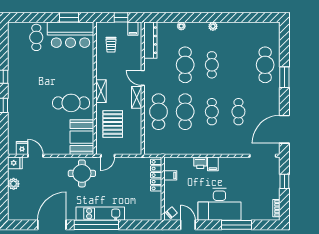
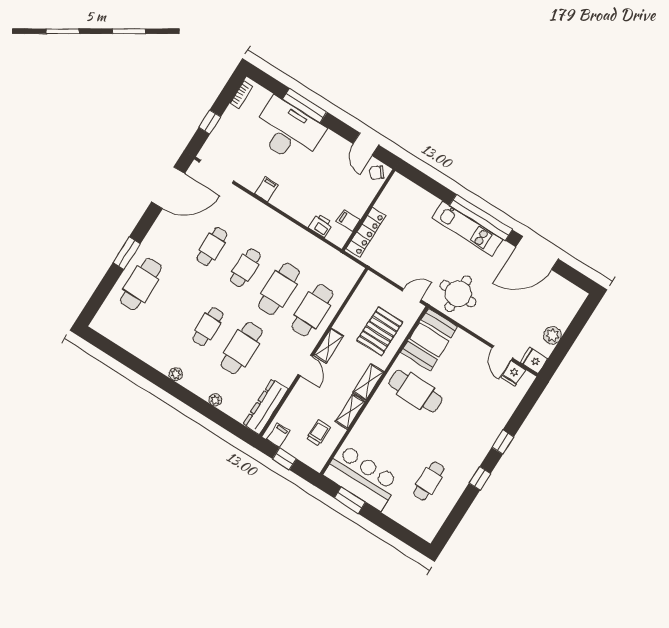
cafe table: (36, 37) -> (429, 481), moved
shelving: (101, 68) -> (350, 412), added
printer: (200, 163) -> (321, 225), moved
filing cabinet: (213, 164) -> (266, 189), moved
desk: (219, 204) -> (288, 131), moved

